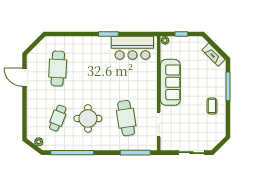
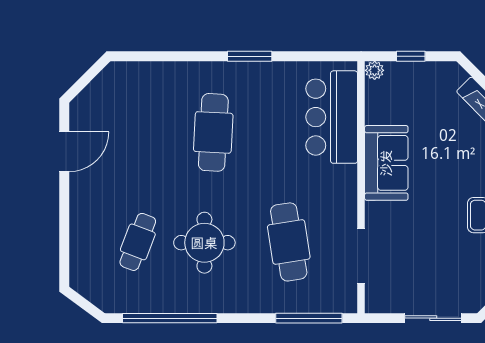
bar counter: (132, 48) -> (332, 117), moved, turned 90
cafe table: (58, 68) -> (213, 132), moved
door: (24, 77) -> (64, 152), swing flipped
sofa: (170, 82) -> (386, 163), width x0.73
plant: (39, 142) -> (96, 294), removed

